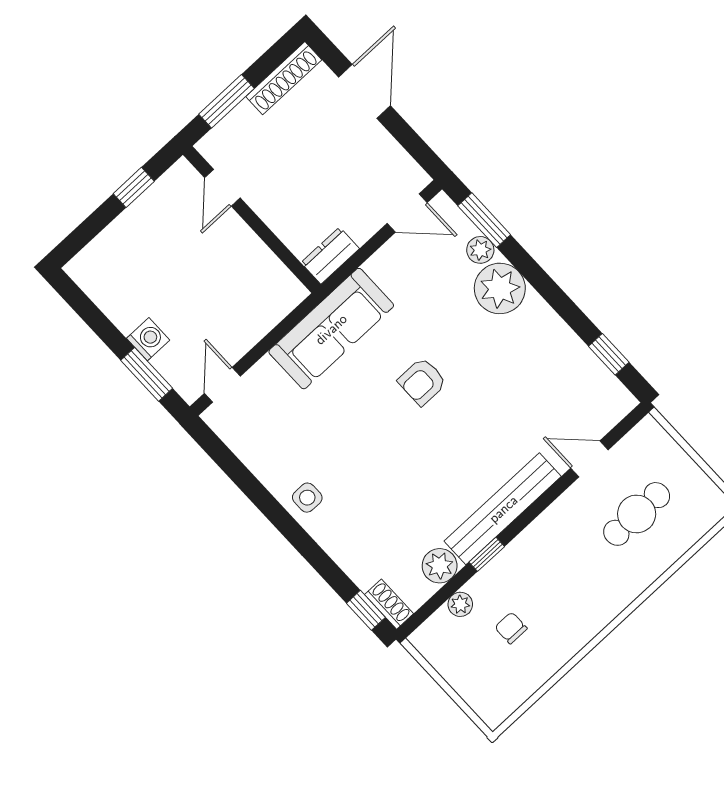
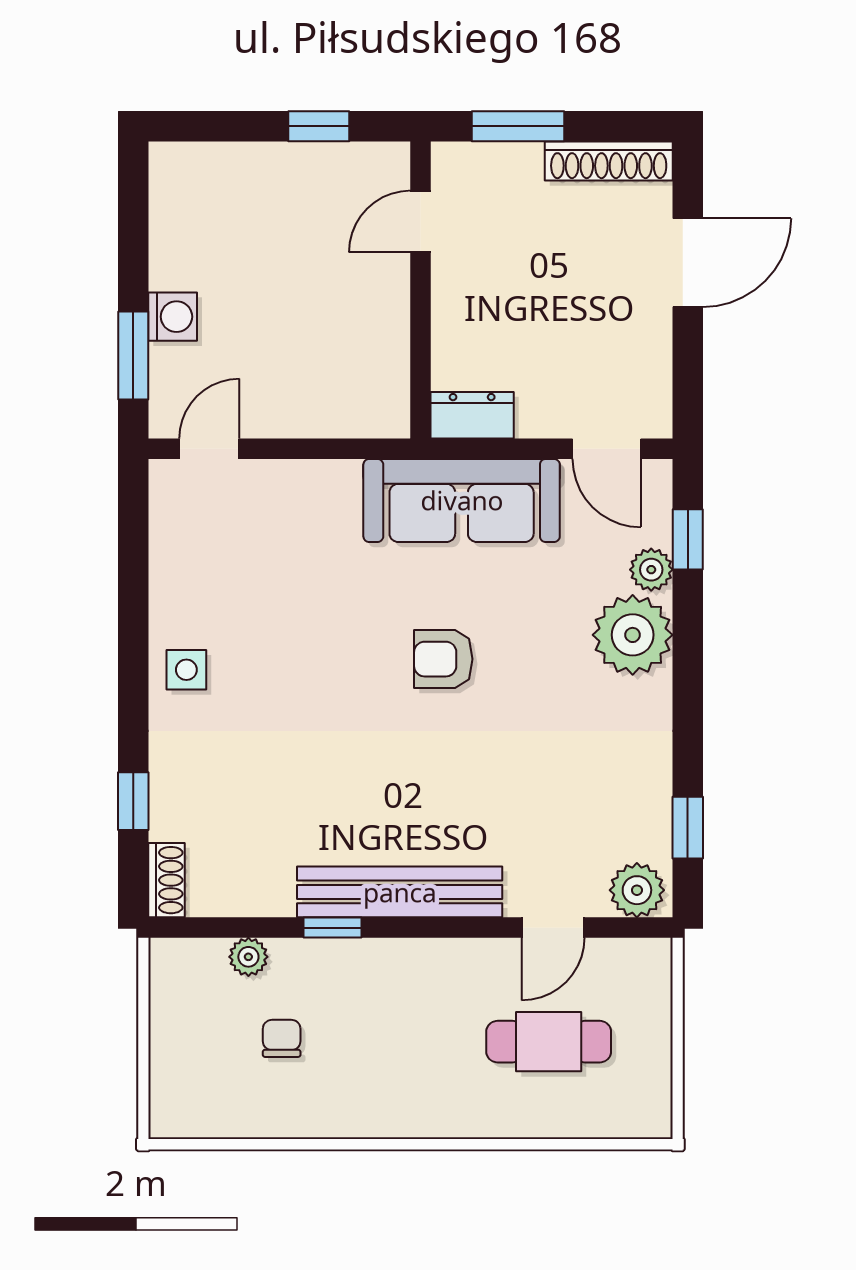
window: (484, 220) -> (688, 539), width x0.67
sofa: (331, 329) -> (462, 500), moved
door: (589, 459) -> (553, 928), swing flipped
plant: (440, 566) -> (637, 890), moved
window: (366, 610) -> (133, 801), moved

